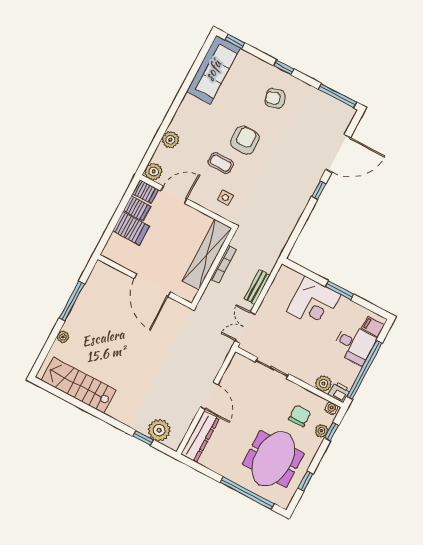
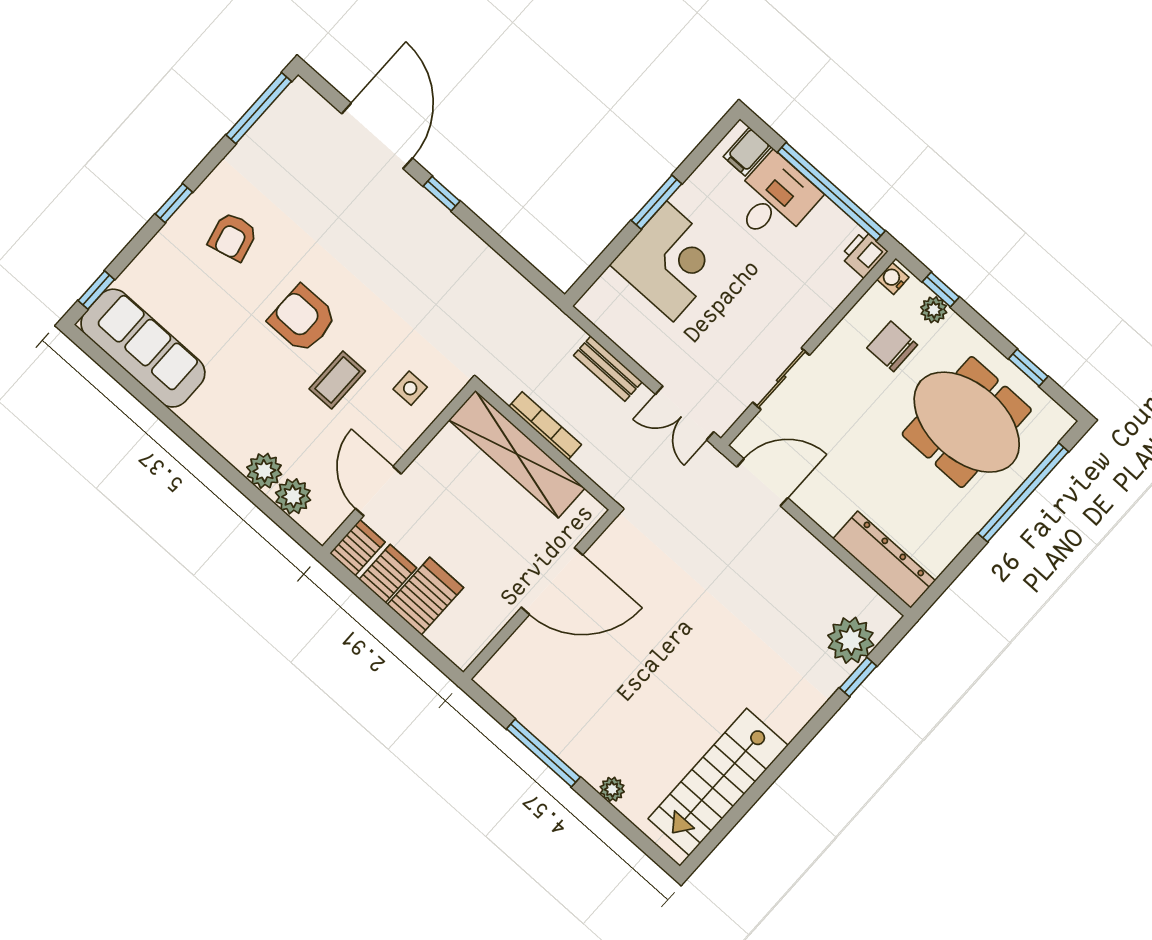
plant: (154, 172) -> (293, 496), moved
plant: (323, 384) -> (839, 282), removed
door: (209, 396) -> (762, 482), moved

